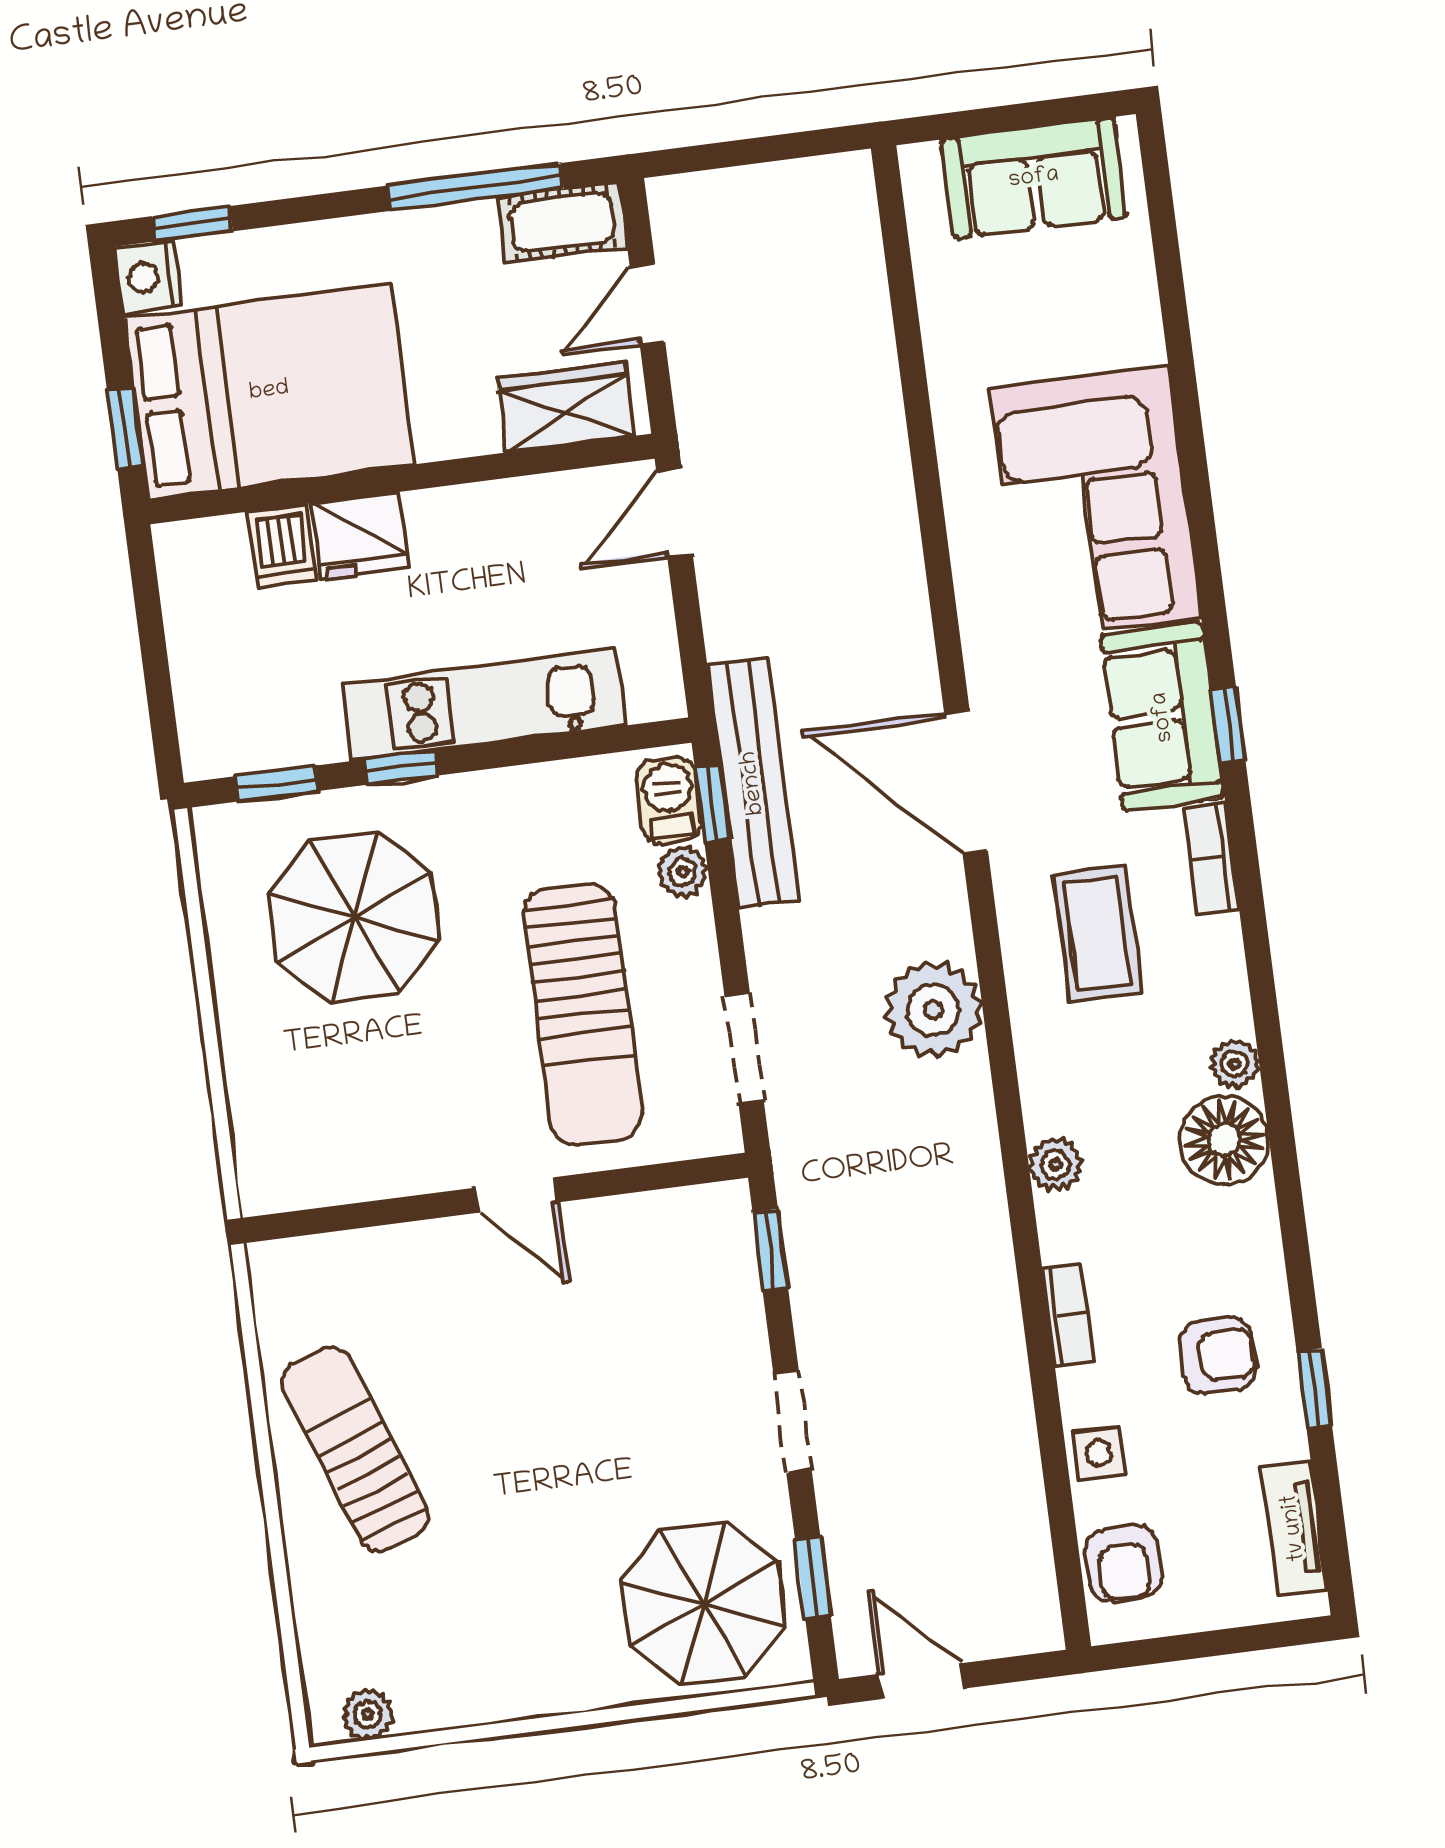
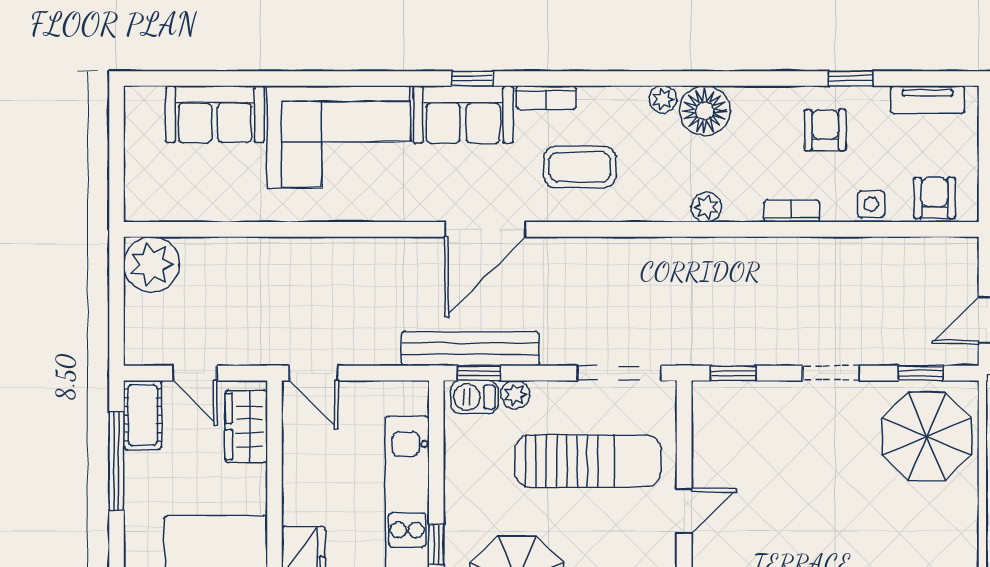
sofa: (1034, 178) -> (215, 114), moved, turned 90
plant: (933, 1010) -> (151, 264), moved
doorway: (744, 1049) -> (619, 373), width x1.38
armchair: (1124, 1563) -> (935, 198), turned -90

